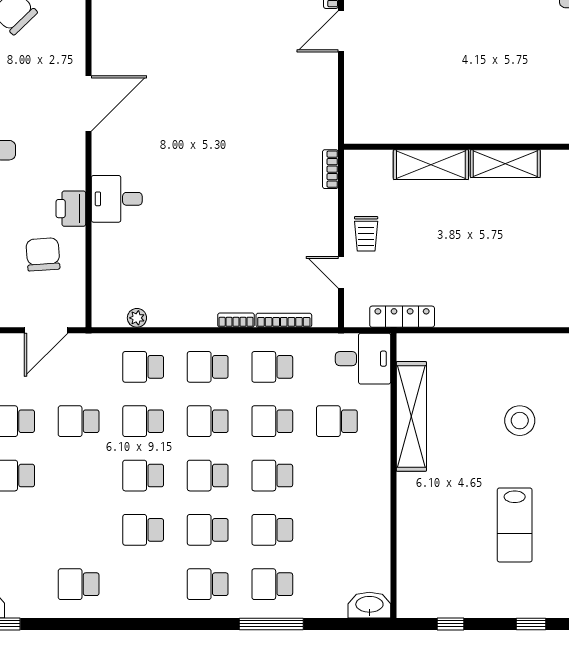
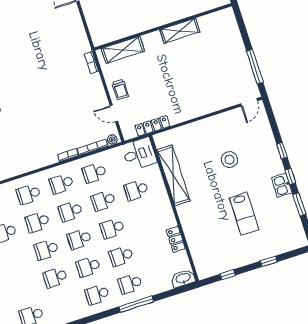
shelving: (431, 165) -> (123, 50), moved
plant: (137, 318) -> (112, 140), moved
locker: (379, 531) -> (176, 239), added

